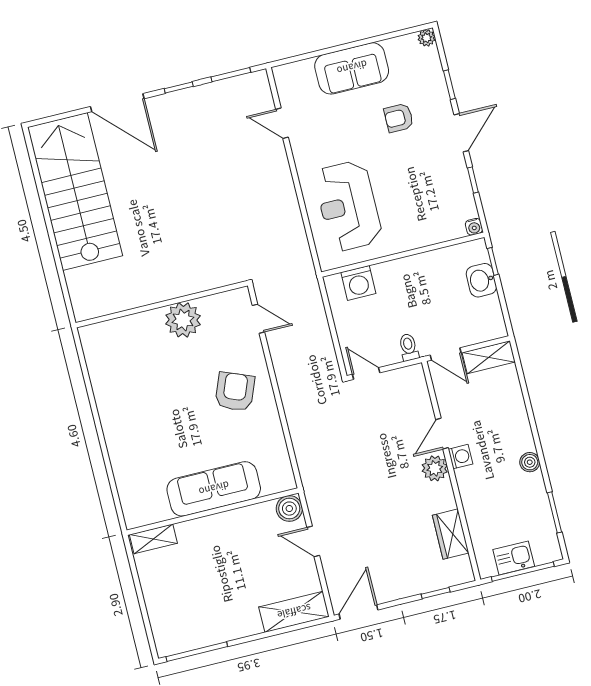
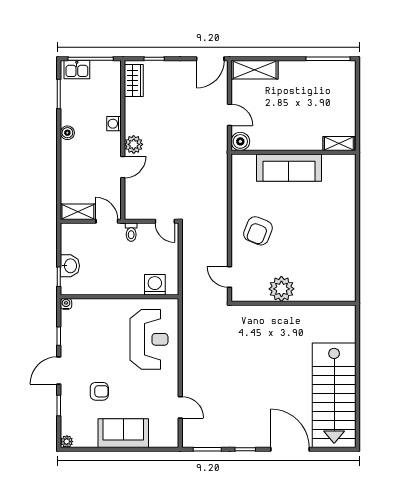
washing machine: (461, 457) -> (114, 124), moved
wardrobe: (451, 534) -> (134, 80), moved
kitchen sink: (514, 558) -> (77, 70), moved

